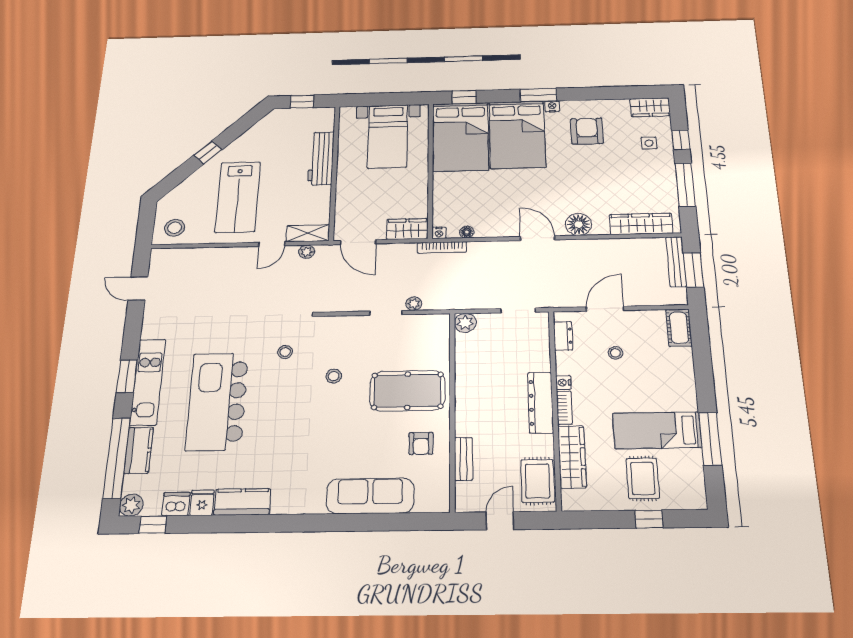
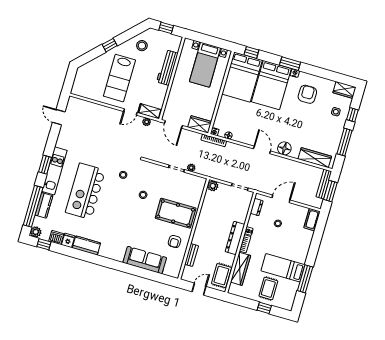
stool: (175, 228) -> (142, 46), moved

